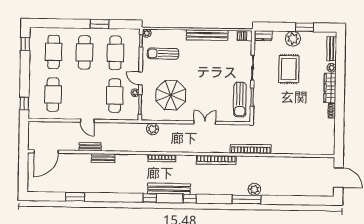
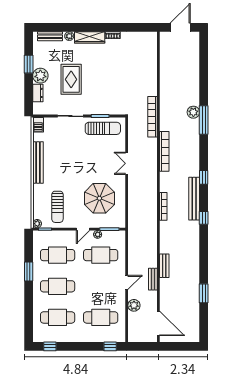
dresser: (263, 36) -> (38, 93), moved
rug: (289, 69) -> (71, 79), turned 90
plant: (152, 129) -> (134, 305), moved

